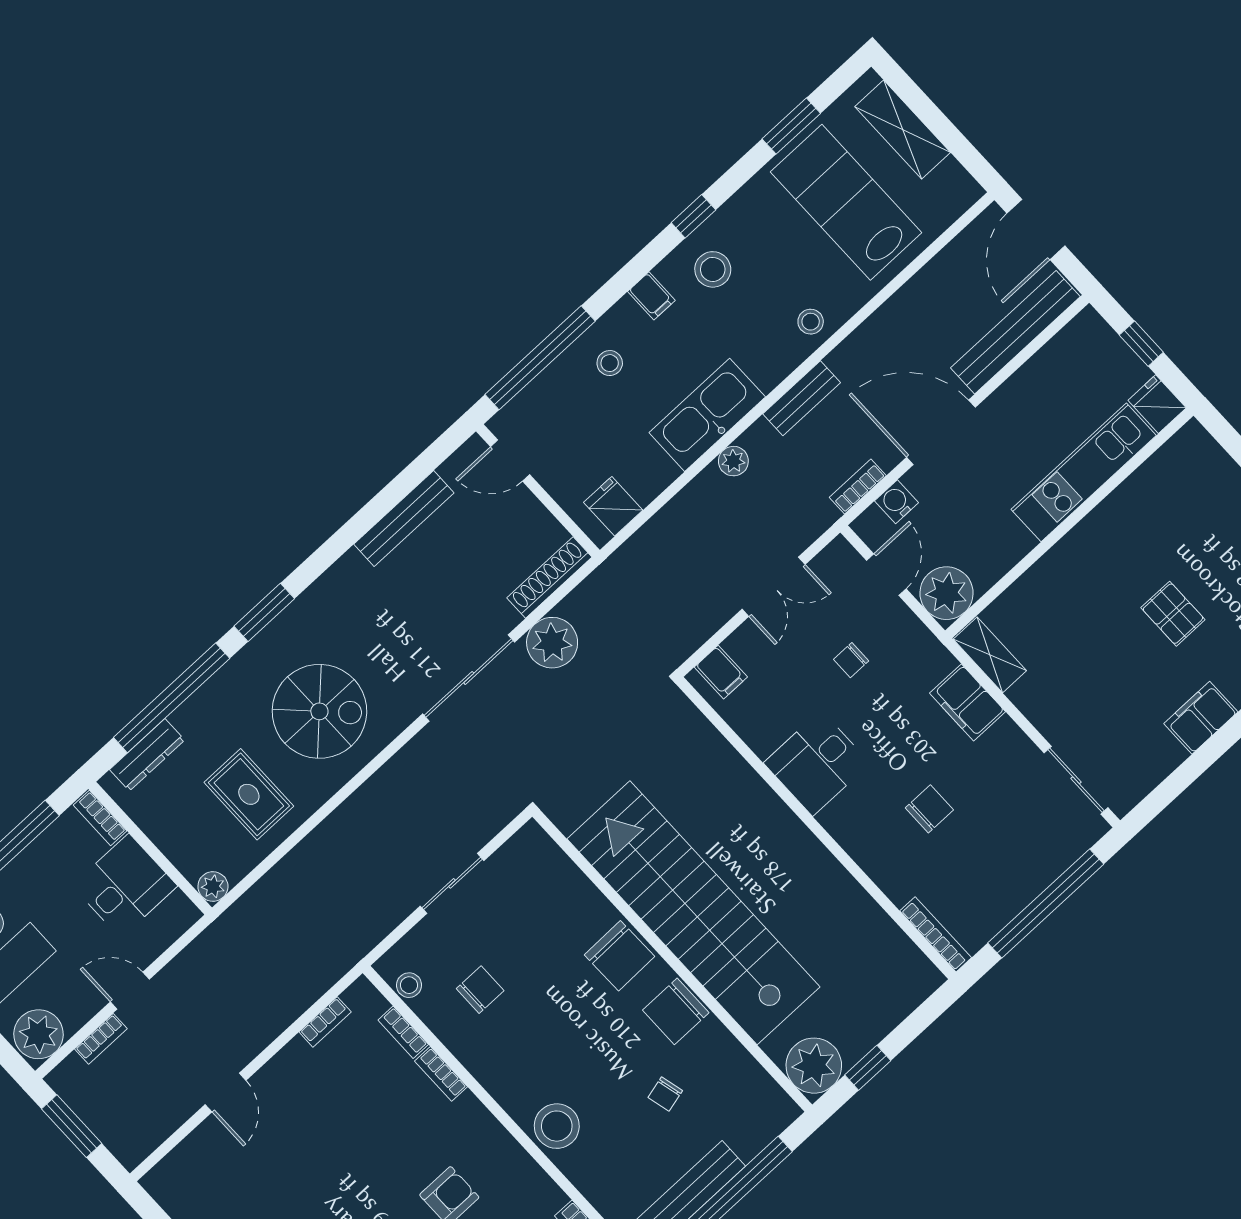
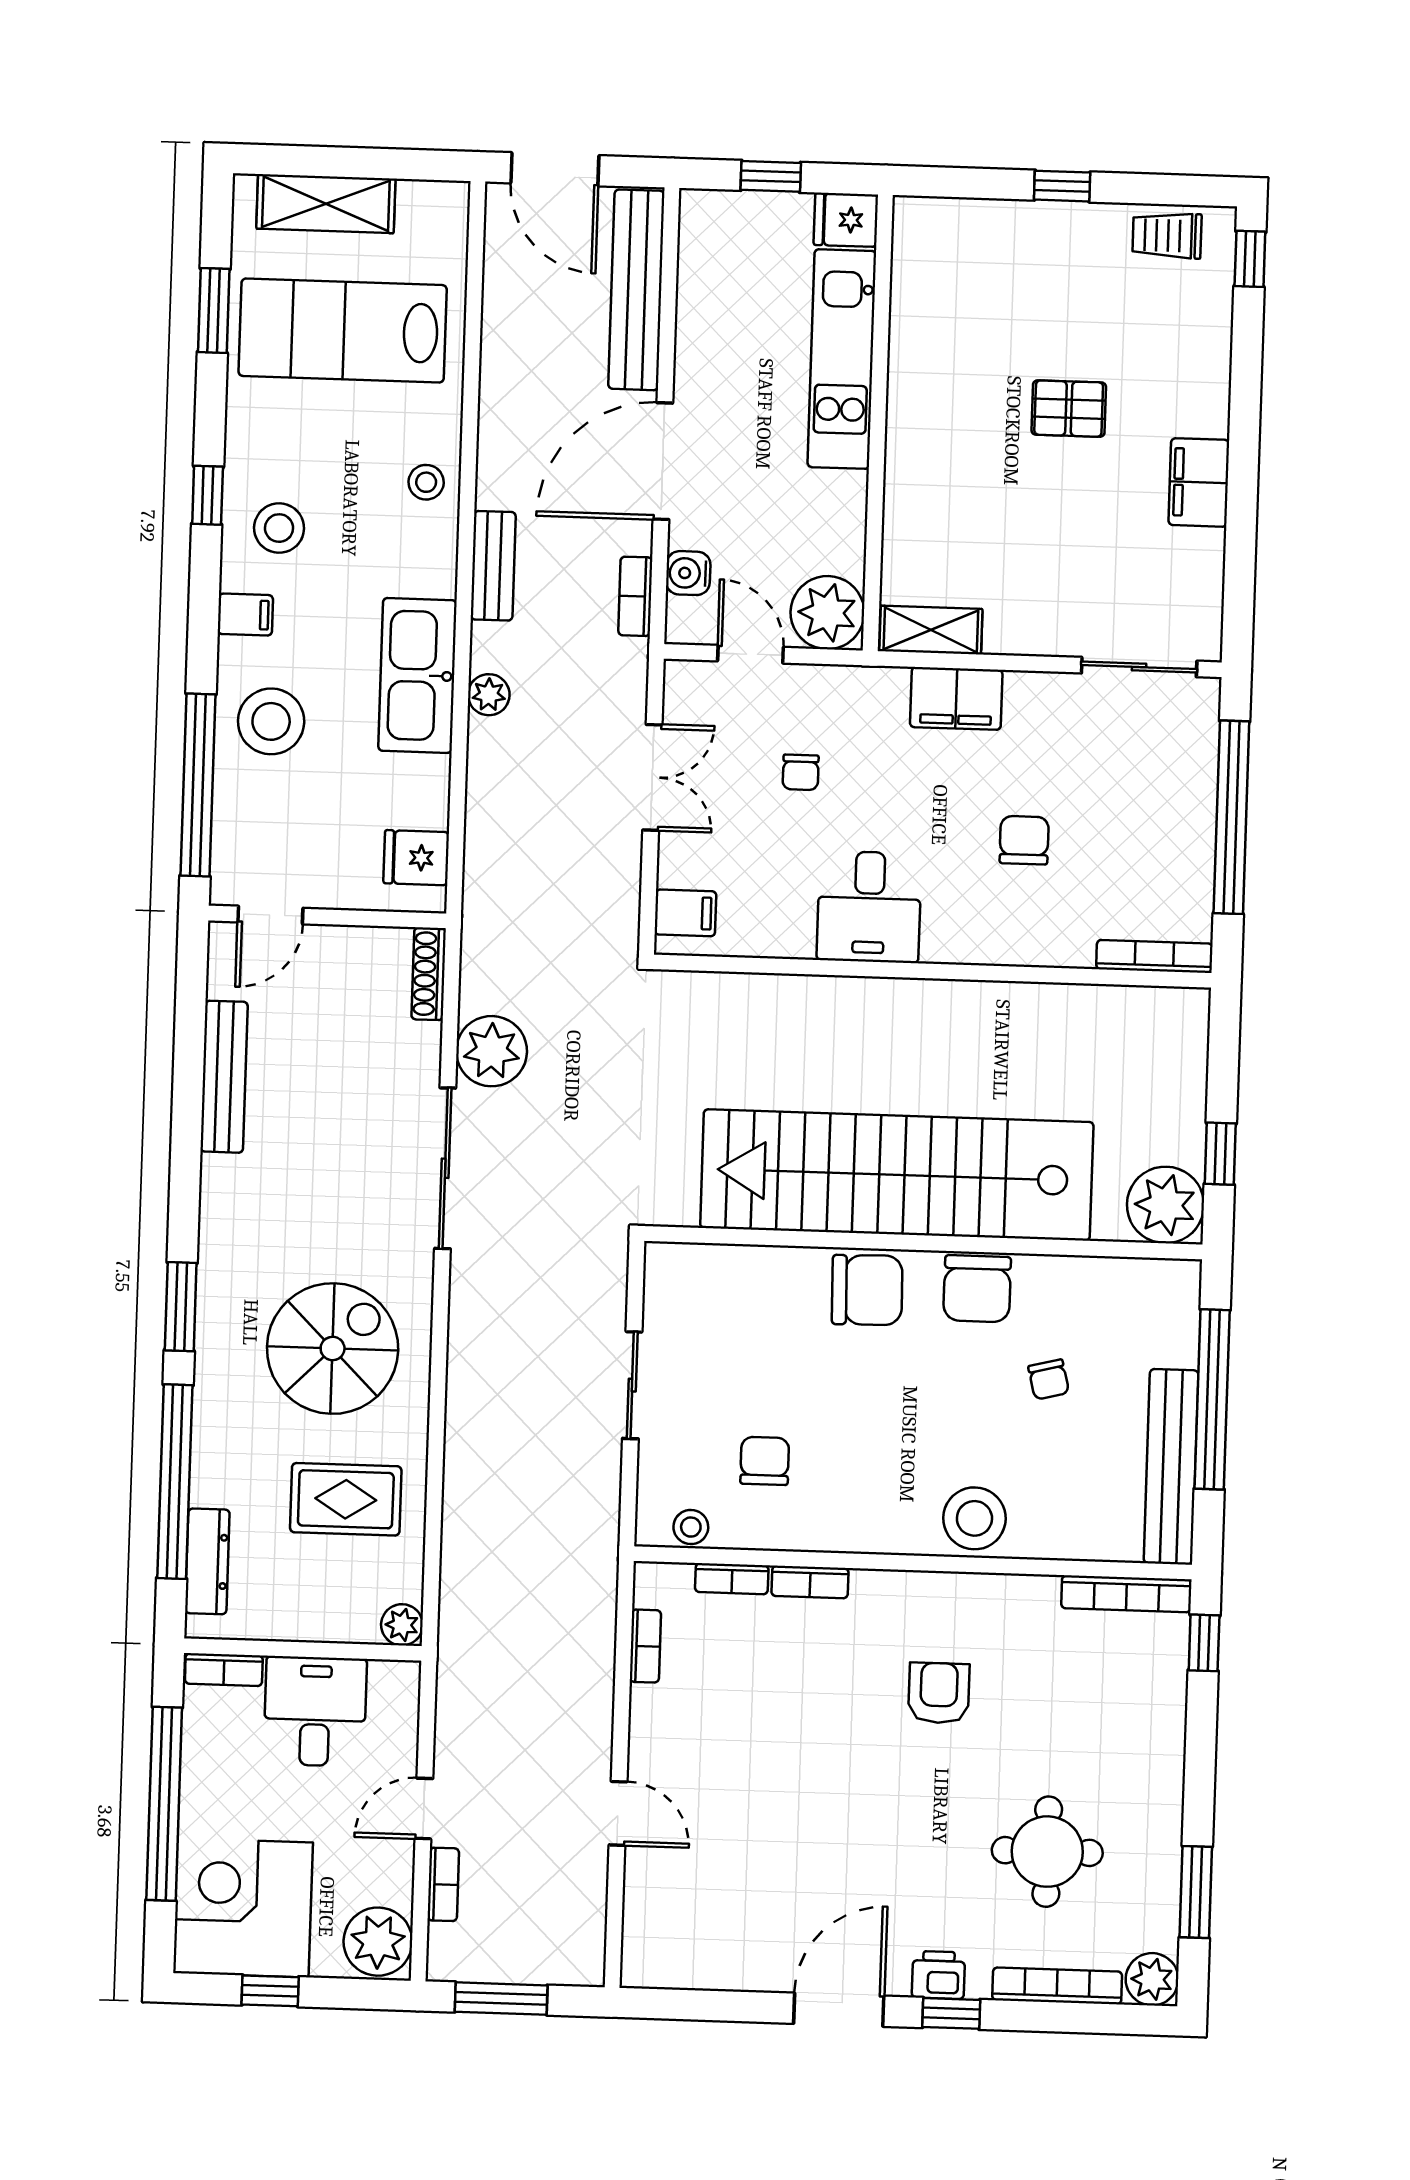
stool: (610, 363) -> (271, 721), width x1.89, depth x1.89
shoe rack: (549, 577) -> (429, 974), width x0.74, depth x0.81

